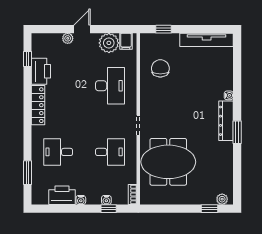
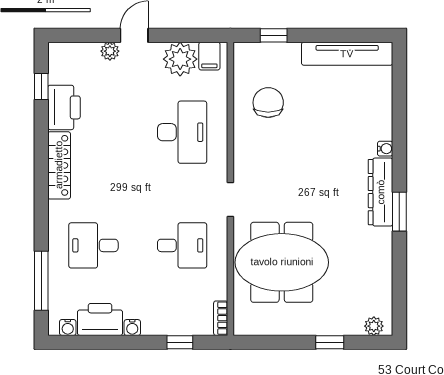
window: (28, 173) -> (41, 281), width x1.44
water cooler: (106, 200) -> (68, 327), moved
window: (209, 209) -> (330, 342), moved

